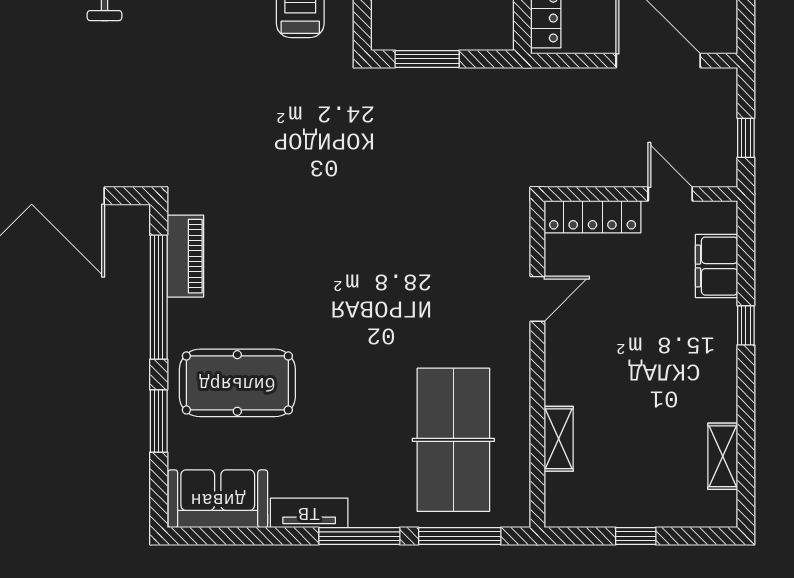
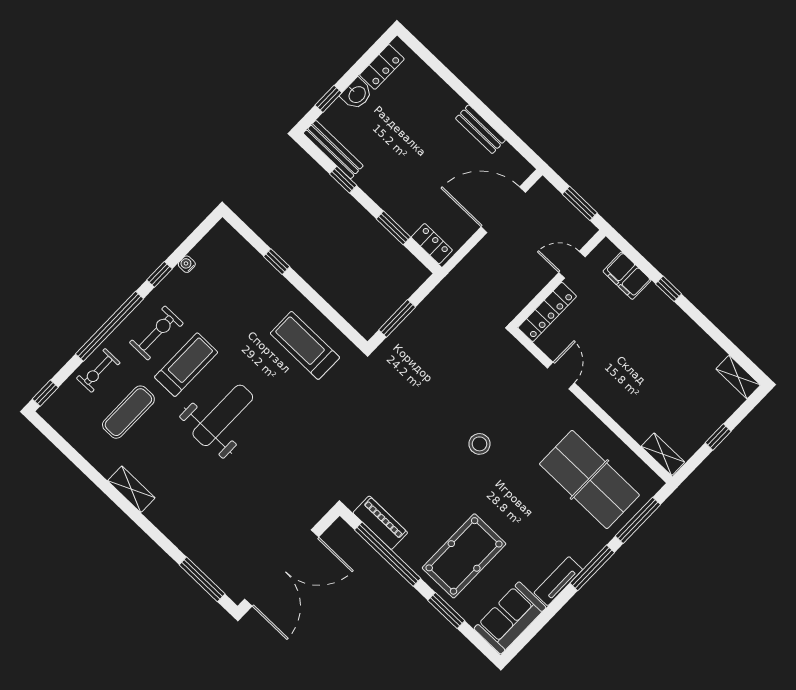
window: (746, 138) -> (580, 203), width x1.50
stool: (376, 282) -> (479, 444), added
shelving: (559, 439) -> (663, 454), moved
shelving: (723, 456) -> (738, 377), moved

